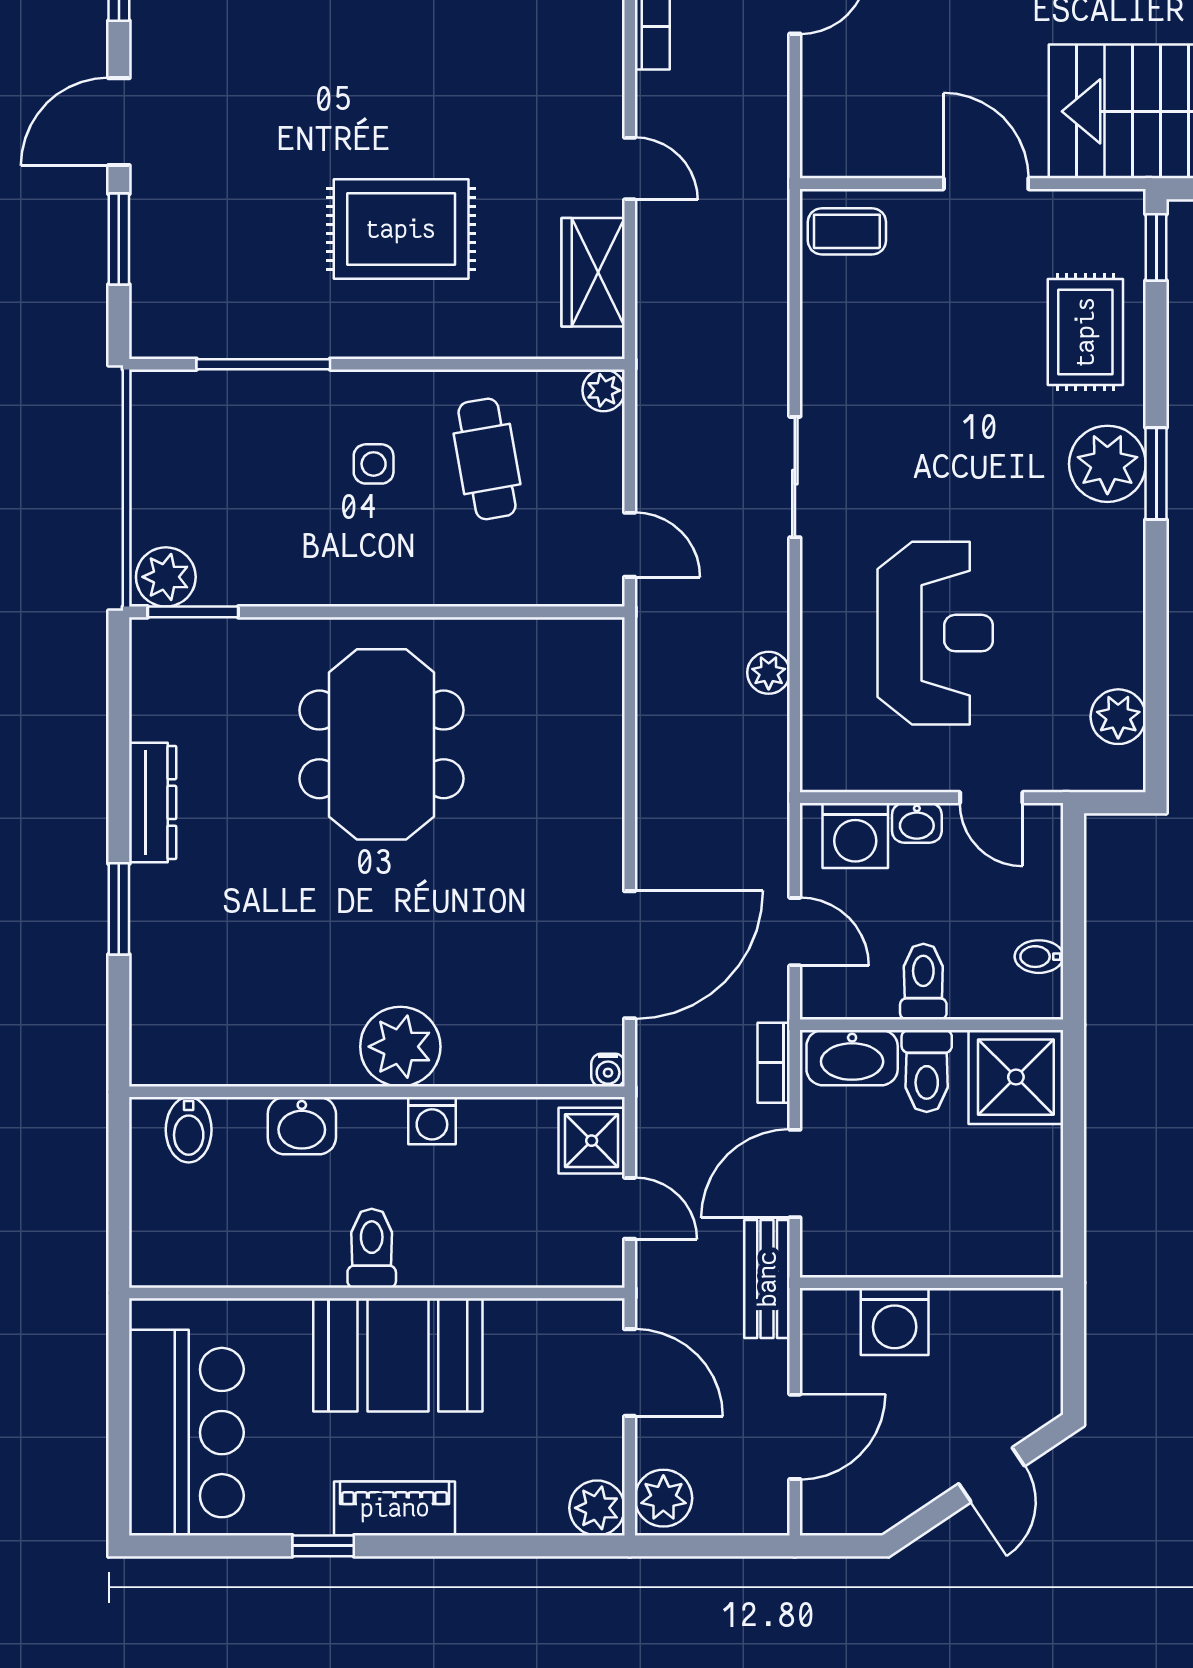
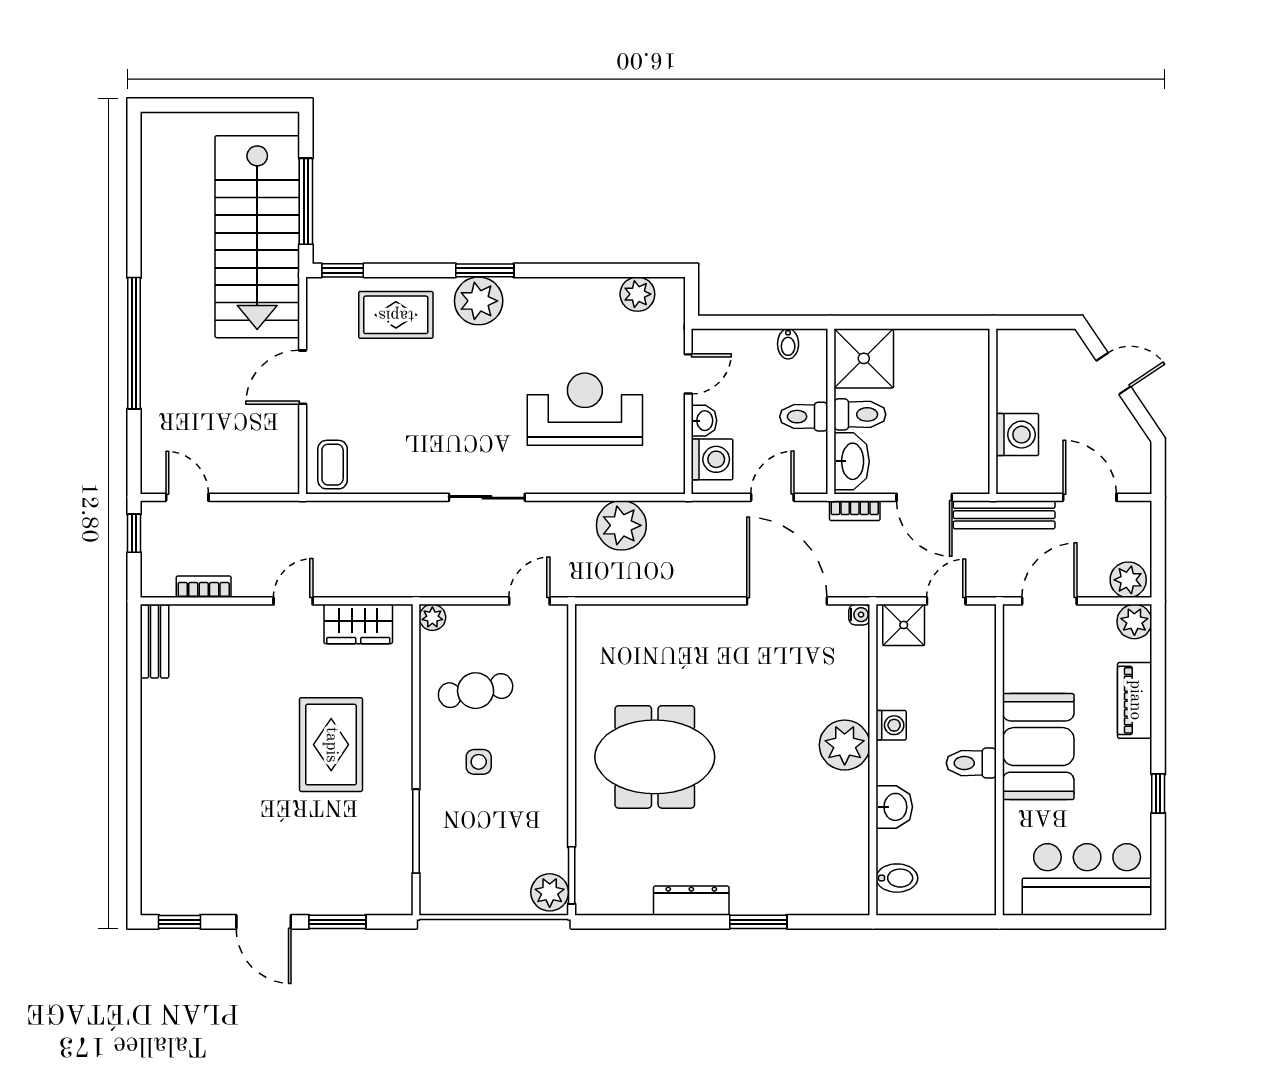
plant: (769, 673) -> (621, 525), width x1.87, depth x1.87
bench: (767, 1279) -> (1004, 515), width x1.36
piano: (395, 1508) -> (1135, 700), moved

